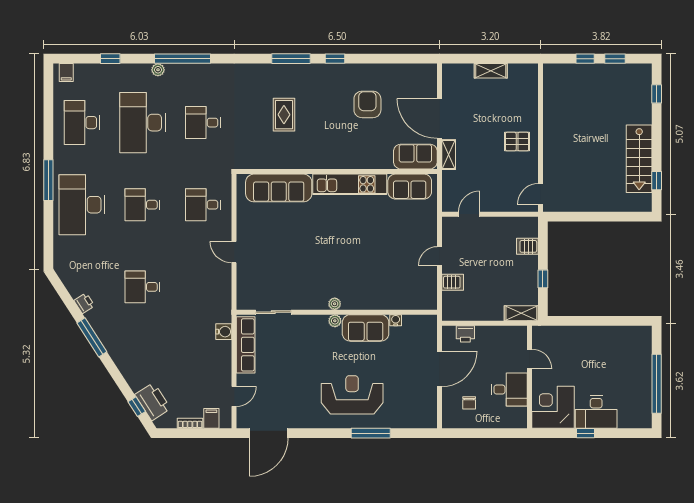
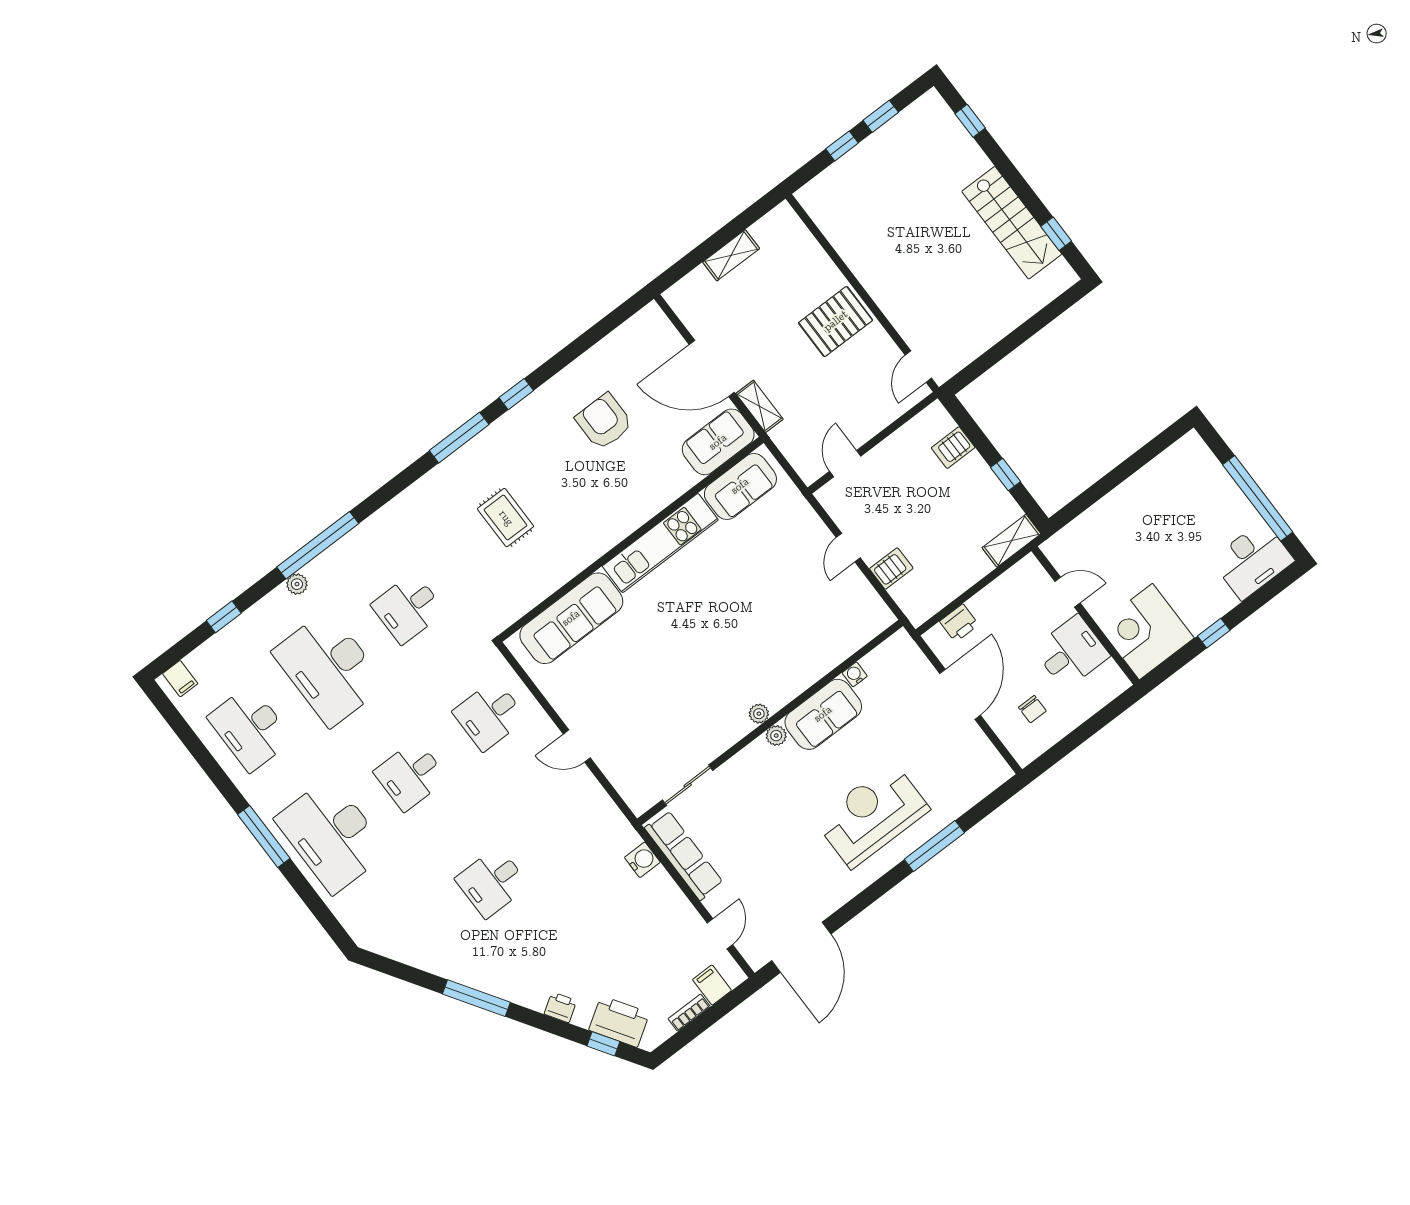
pallet: (517, 142) -> (836, 321), width x1.50, depth x1.42
printer: (84, 303) -> (560, 1007), moved
desk: (596, 412) -> (1253, 560), moved

